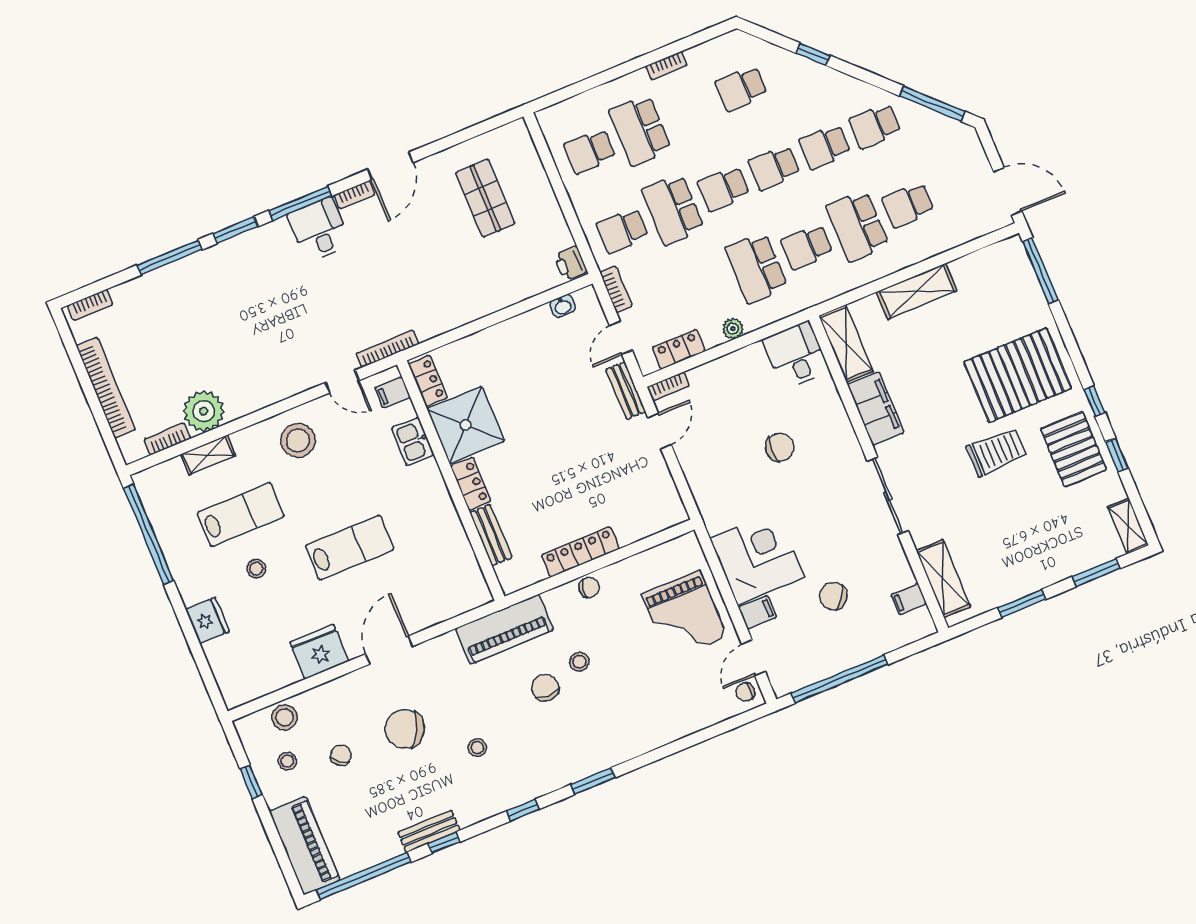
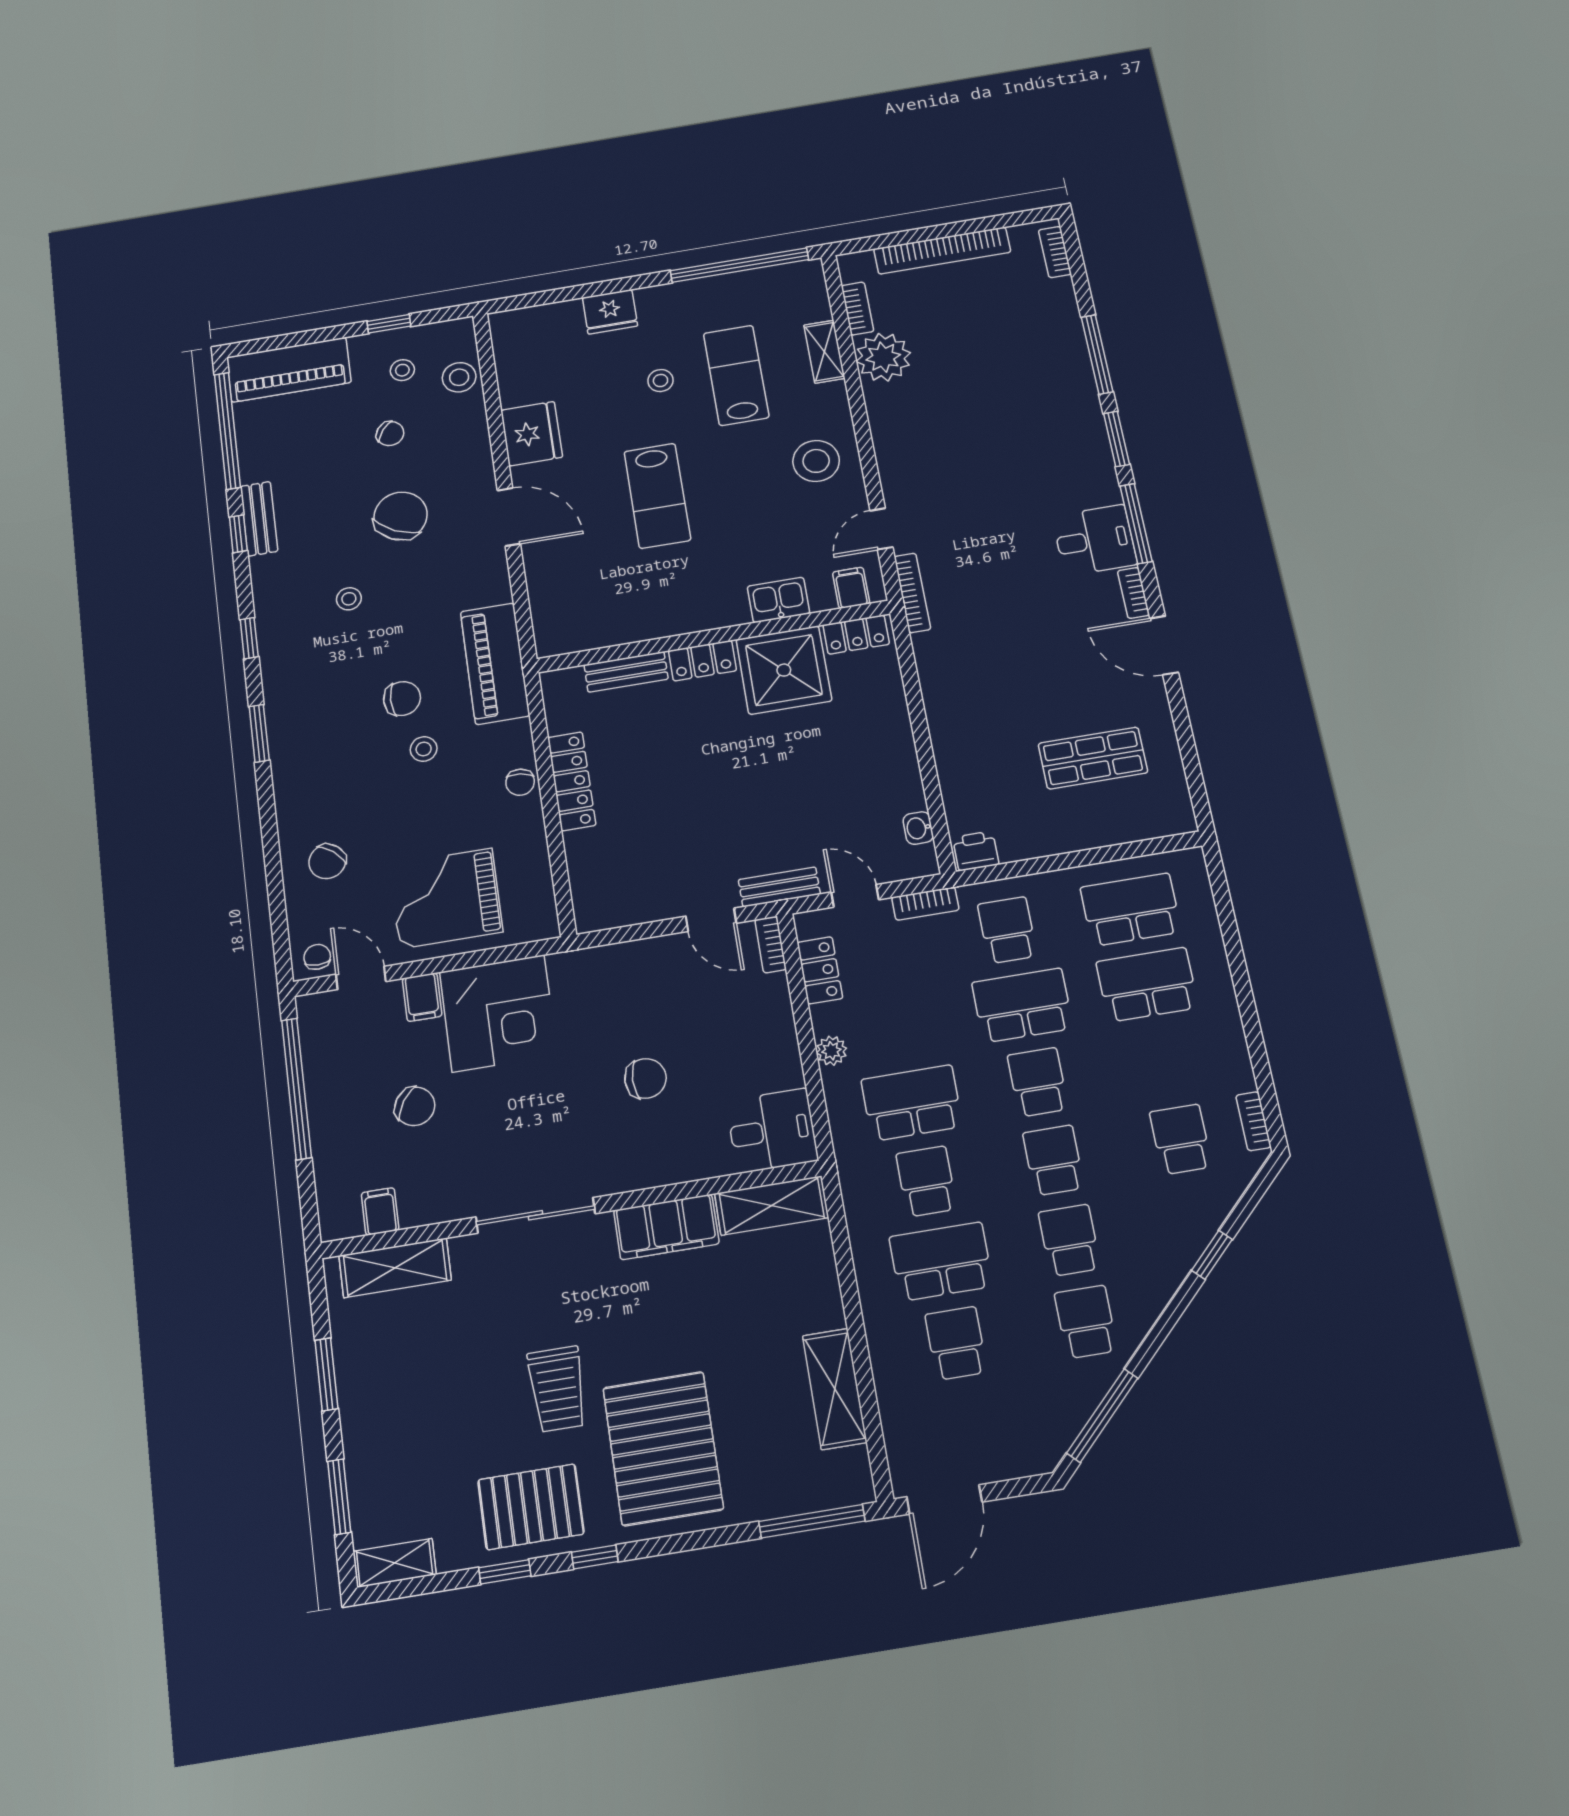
bookcase: (666, 66) -> (1253, 1121), moved
school desk: (590, 151) -> (1131, 910), width x1.85
shelving: (917, 291) -> (835, 1389), moved
chair: (780, 447) -> (645, 1078), turned -92
lab bench: (241, 515) -> (736, 375), turned 180
chair: (833, 596) -> (415, 1106), turned 85
chair: (676, 705) -> (327, 861), added

